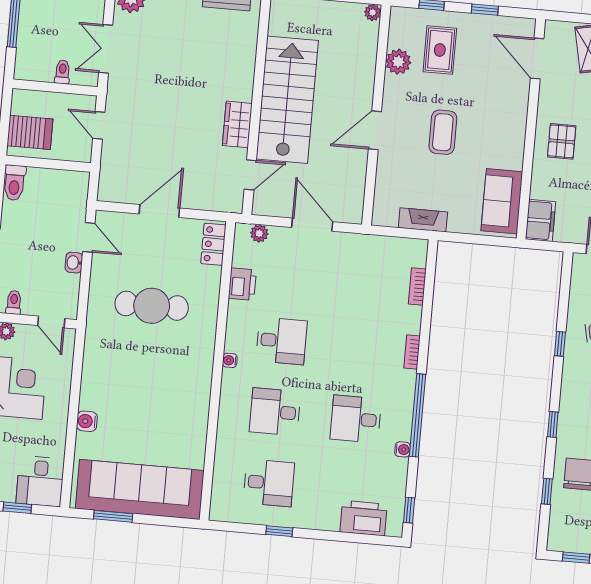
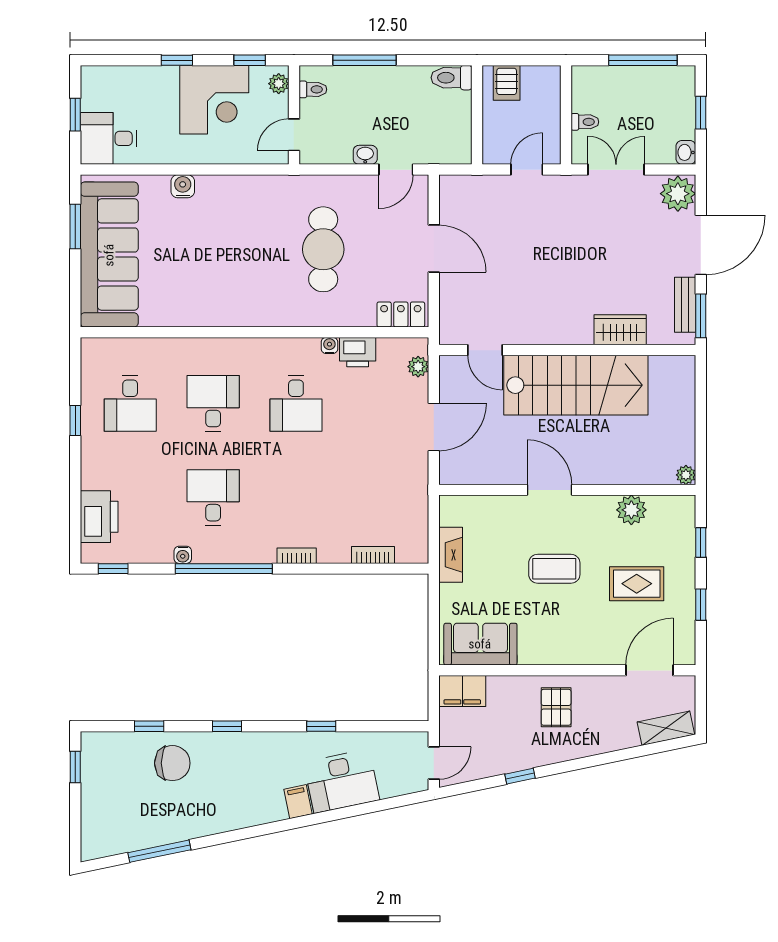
rug: (440, 50) -> (637, 584), moved
wardrobe: (237, 124) -> (620, 330), moved
server rack: (30, 132) -> (507, 83), width x0.73, depth x0.70
pallet: (562, 141) -> (556, 707), turned 90
water cooler: (230, 360) -> (329, 345), moved

